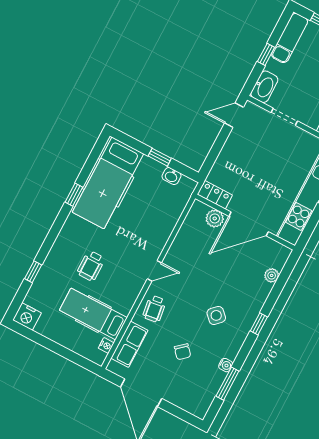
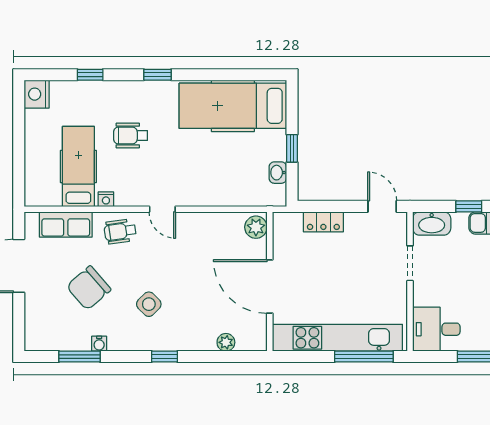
window: (74, 195) -> (157, 75), moved
locker: (215, 195) -> (323, 222), moved, turned 90
plant: (215, 218) -> (256, 227), moved
nightstand: (106, 345) -> (106, 199), moved
chair: (182, 352) -> (89, 288), width x1.87, depth x1.87

